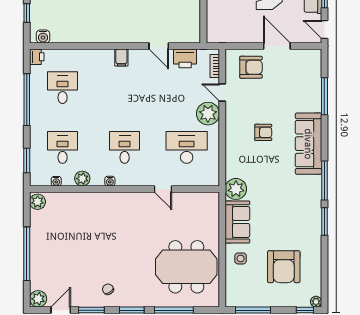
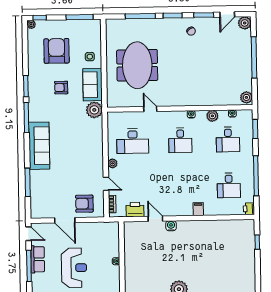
water cooler: (43, 36) -> (171, 226), moved
filing cabinet: (121, 57) -> (198, 209), moved
plant: (208, 114) -> (113, 163), width x0.53, depth x0.53
armchair: (263, 132) -> (61, 88), moved
meeting table: (186, 267) -> (137, 65), moved, turned 90

